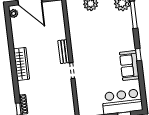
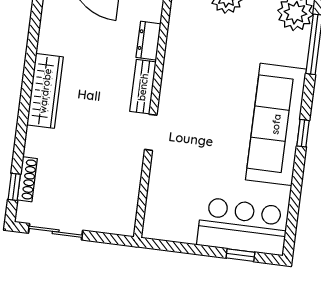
dresser: (61, 31) -> (148, 41), added
sofa: (129, 65) -> (276, 124), width x1.85, depth x1.27

